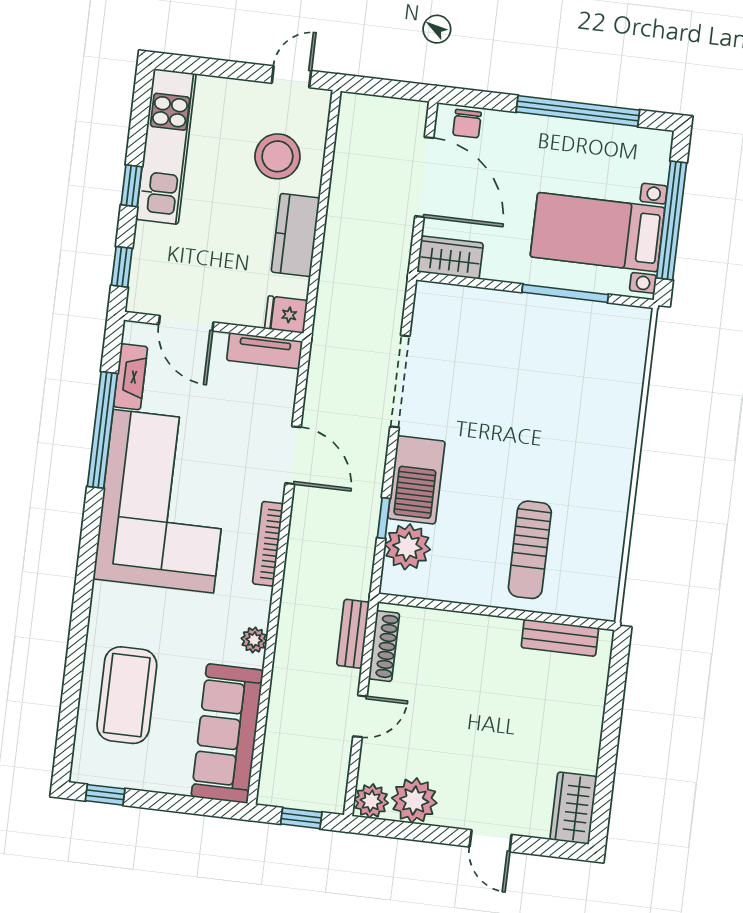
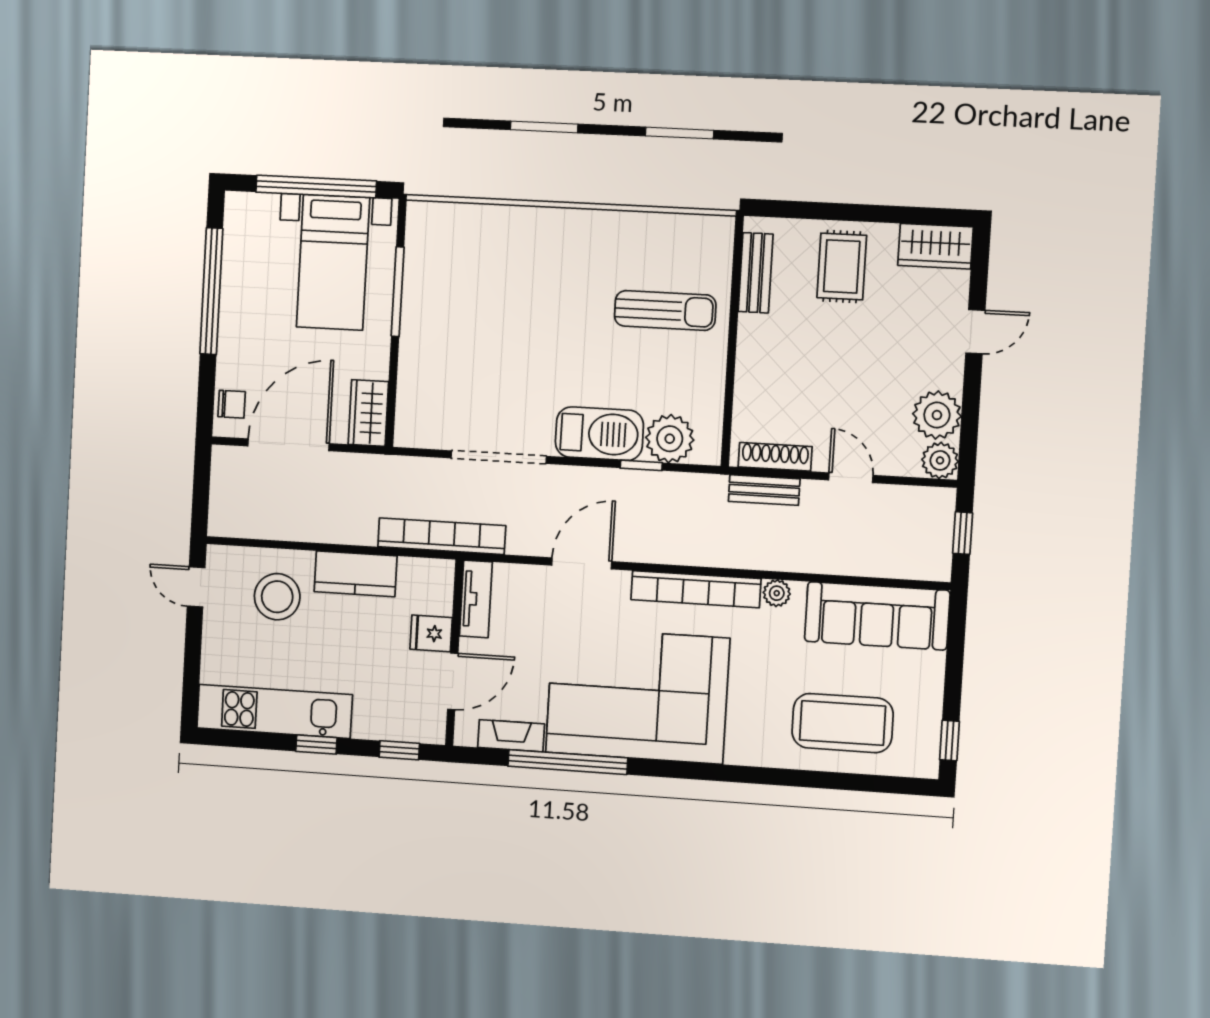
fridge: (286, 315) -> (431, 633), moved, turned 90
bookcase: (327, 321) -> (442, 536), added
bookcase: (268, 544) -> (696, 589), width x1.48, depth x1.31
rug: (560, 719) -> (842, 267), added

